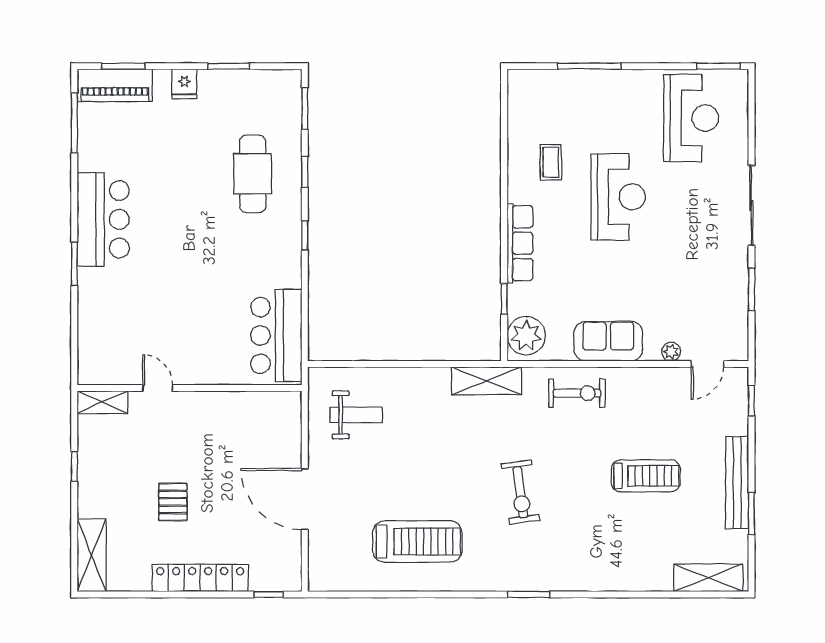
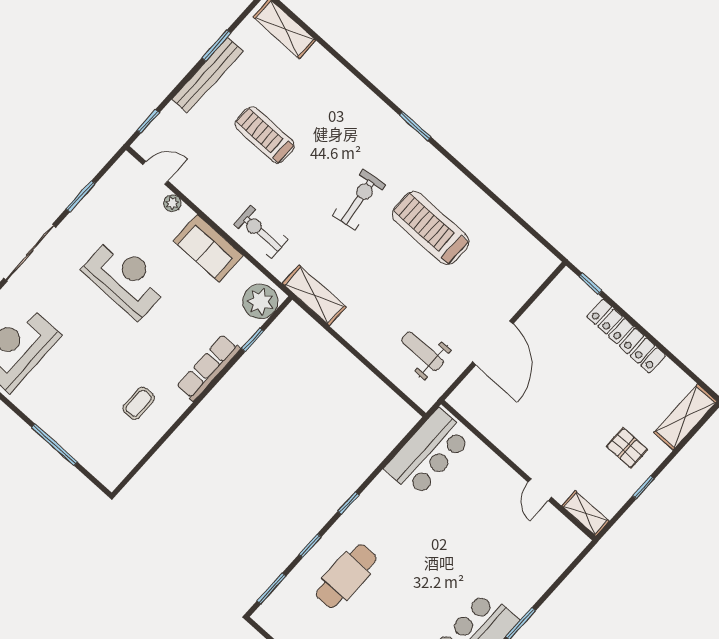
reception desk: (618, 197) -> (125, 278), moved, turned 90
door: (305, 499) -> (493, 343), moved
pallet: (173, 502) -> (627, 448), moved, turned 90
treadmill: (417, 541) -> (431, 228), moved

